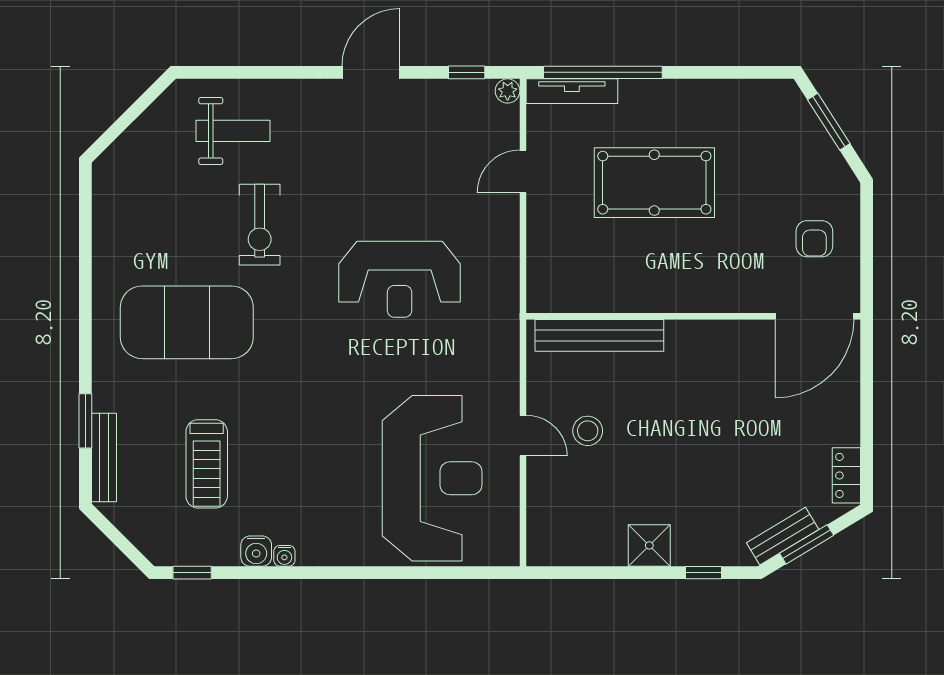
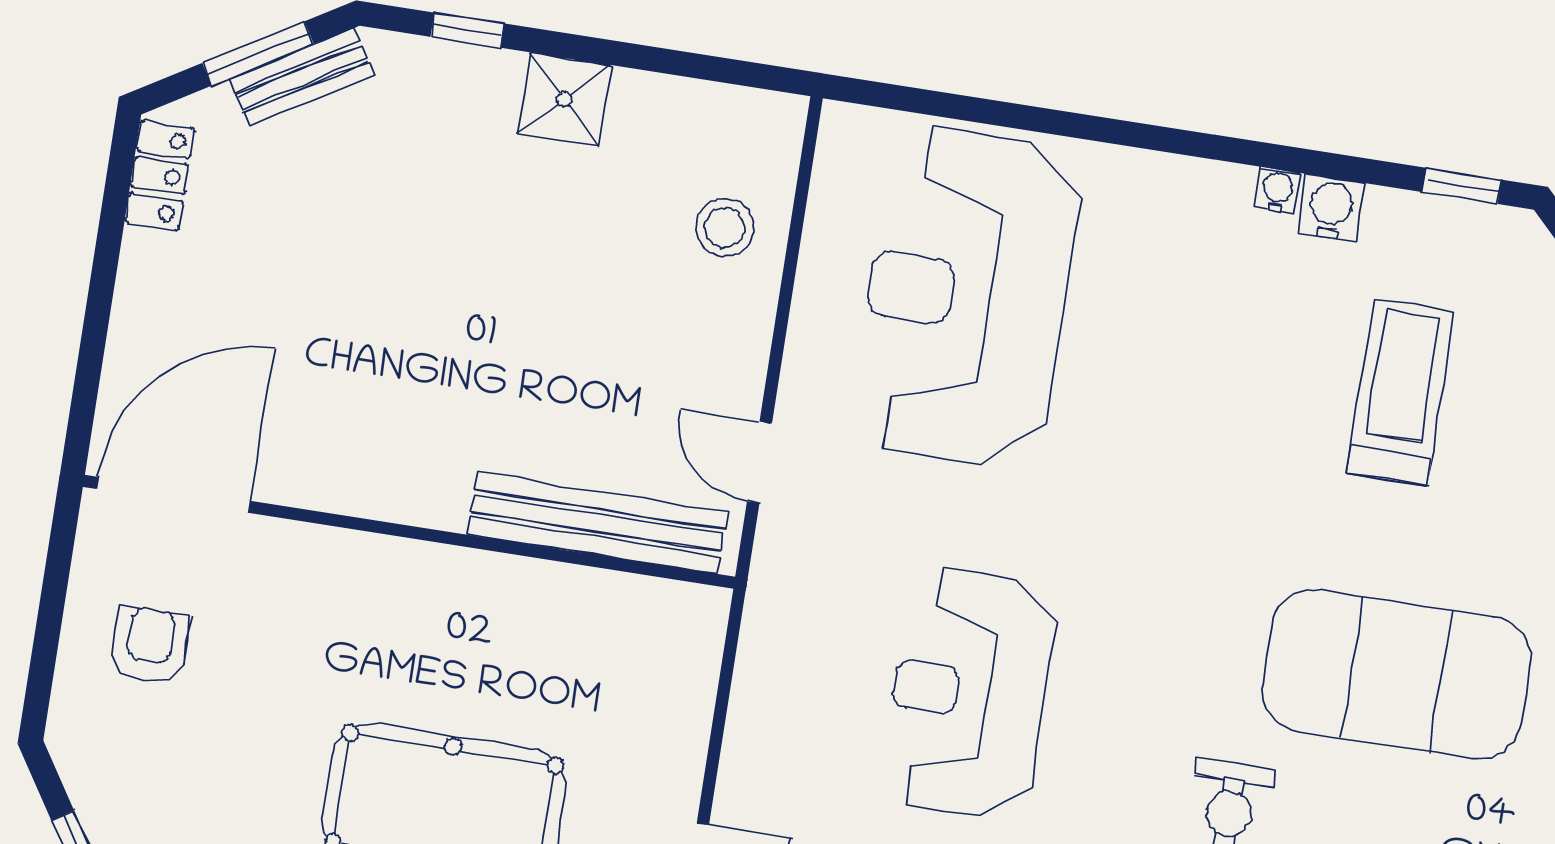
reception desk: (400, 279) -> (969, 693), turned -90
stool: (588, 431) -> (725, 228), moved
door: (523, 435) -> (759, 462), moved

